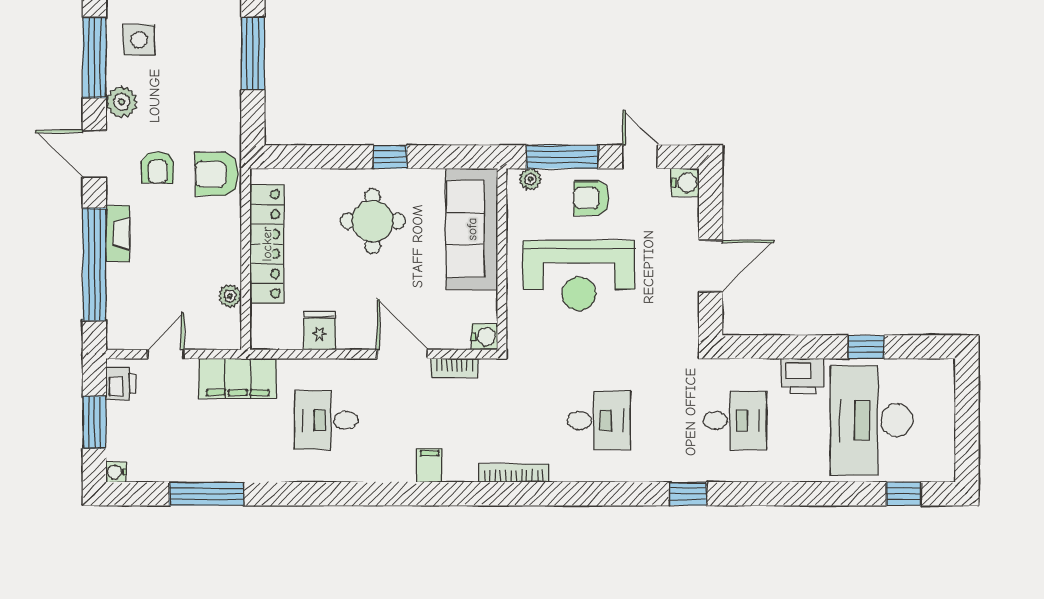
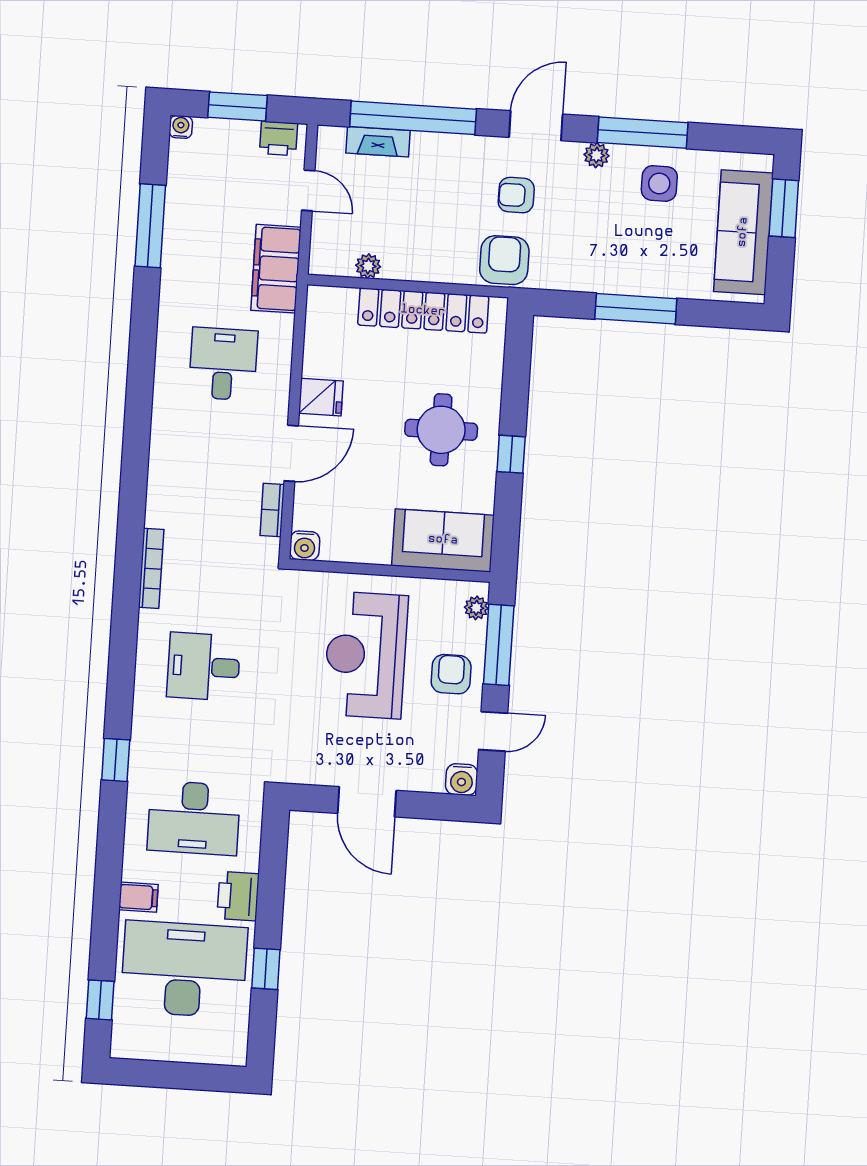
plant: (122, 102) -> (597, 155), width x0.73, depth x0.73
sofa: (472, 229) -> (443, 540), width x0.73
fireplace: (118, 234) -> (378, 142), moved
fridge: (320, 331) -> (321, 397), moved
desk: (599, 420) -> (204, 667), turned 90
desk: (735, 420) -> (194, 818), width x1.37
filing cabinet: (430, 465) -> (138, 897), moved

